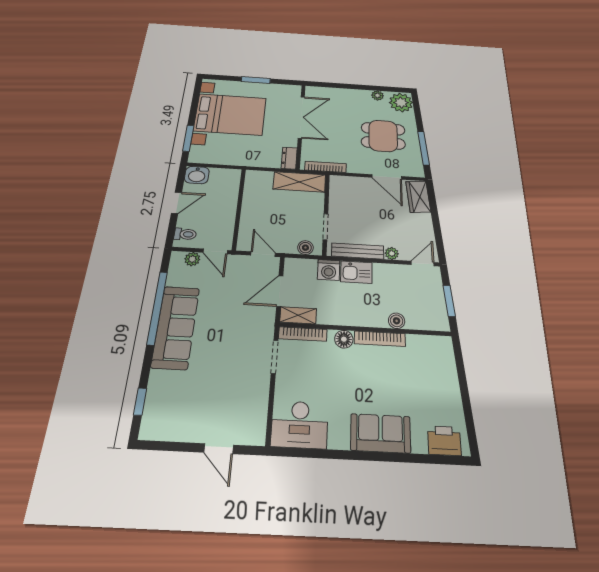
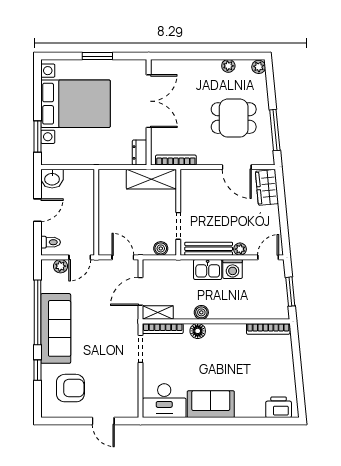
plant: (401, 103) -> (259, 67), width x0.53, depth x0.53
door: (215, 251) -> (80, 257), hinge flipped
washing machine: (329, 270) -> (233, 269), moved
boiler: (397, 321) -> (201, 312), moved
bookcase: (380, 339) -> (268, 329), moved
window: (140, 402) -> (38, 370), moved
armchair: (182, 402) -> (70, 388), added
sofa: (381, 433) -> (211, 404), moved

